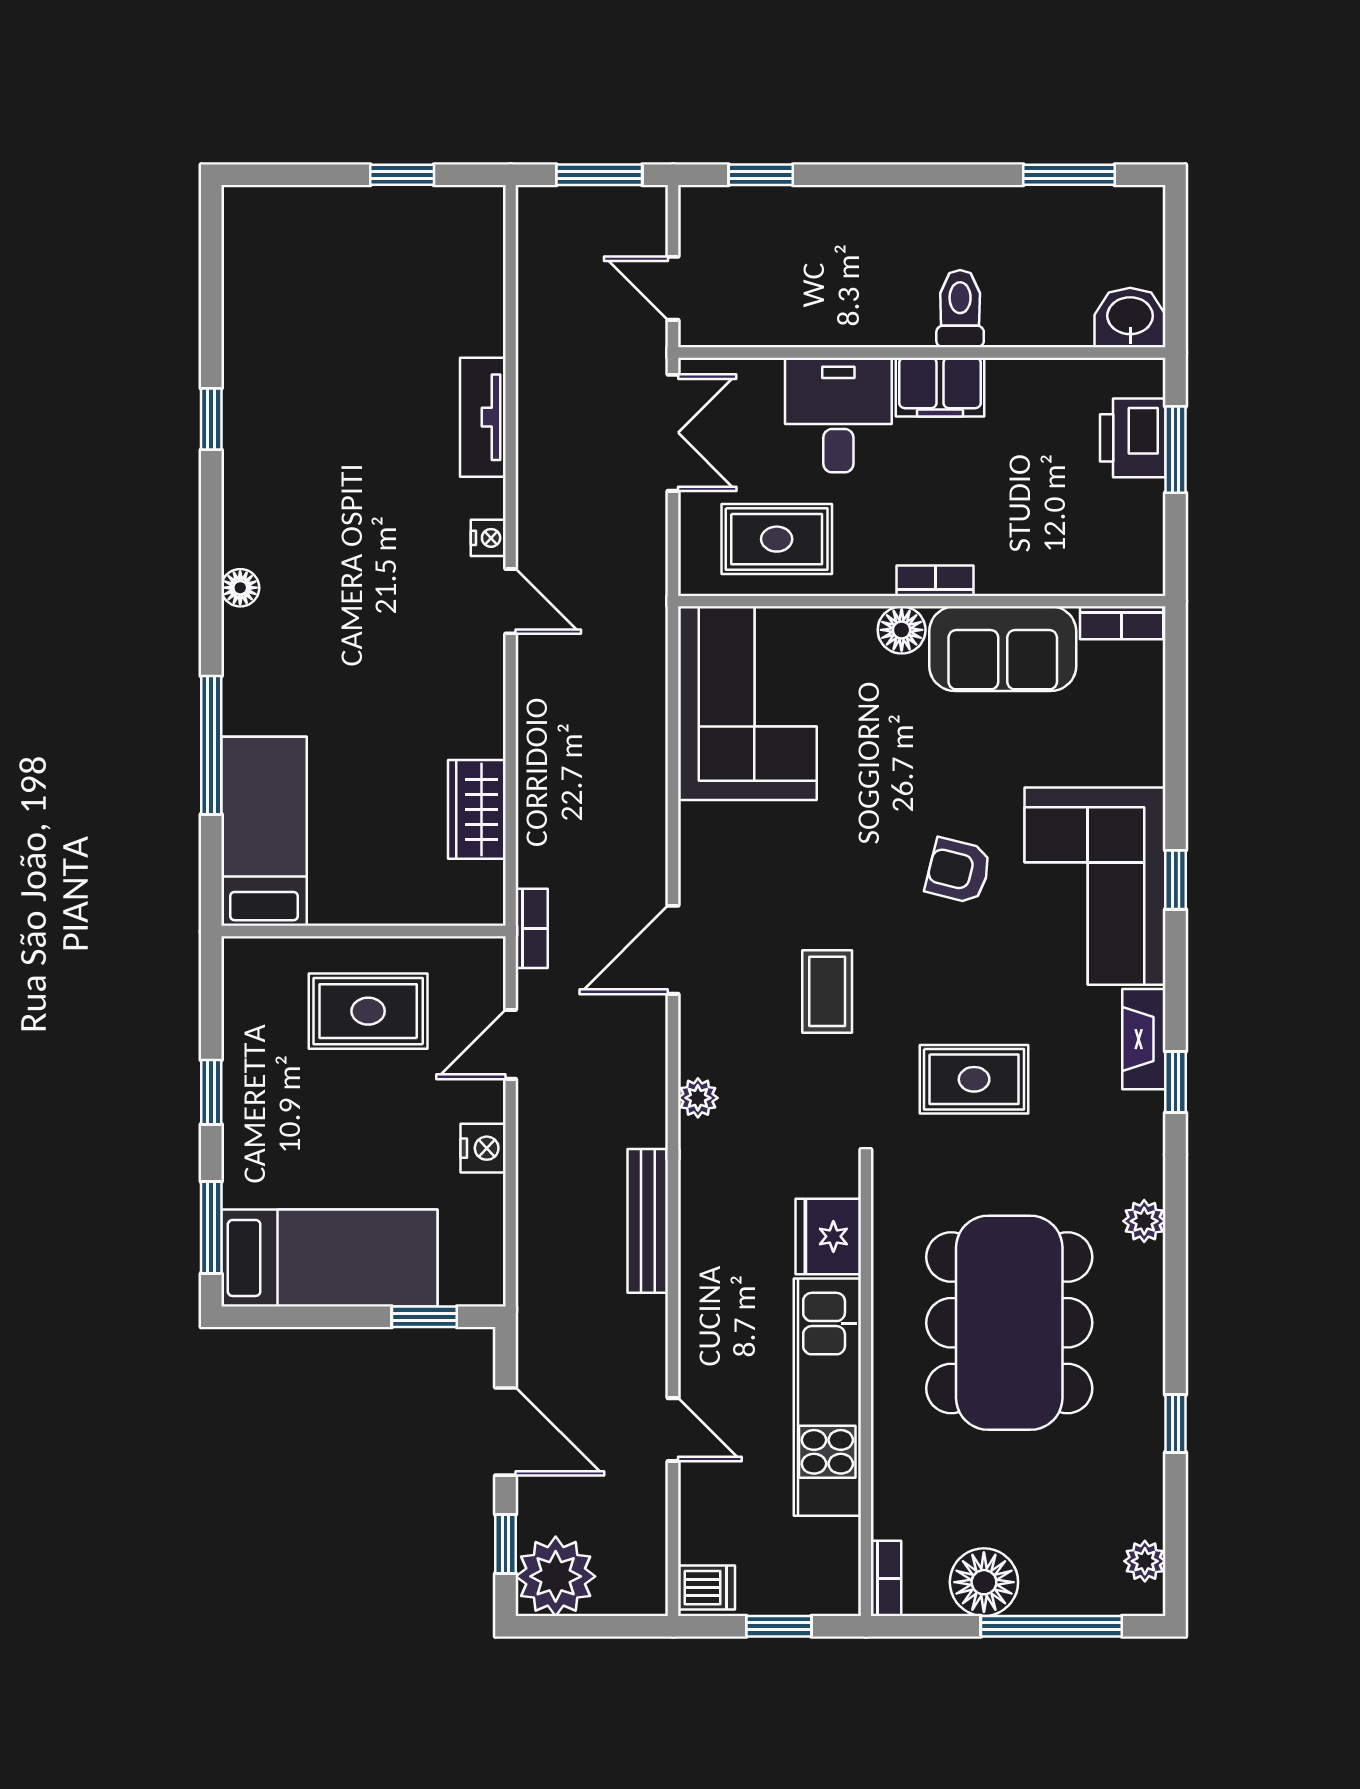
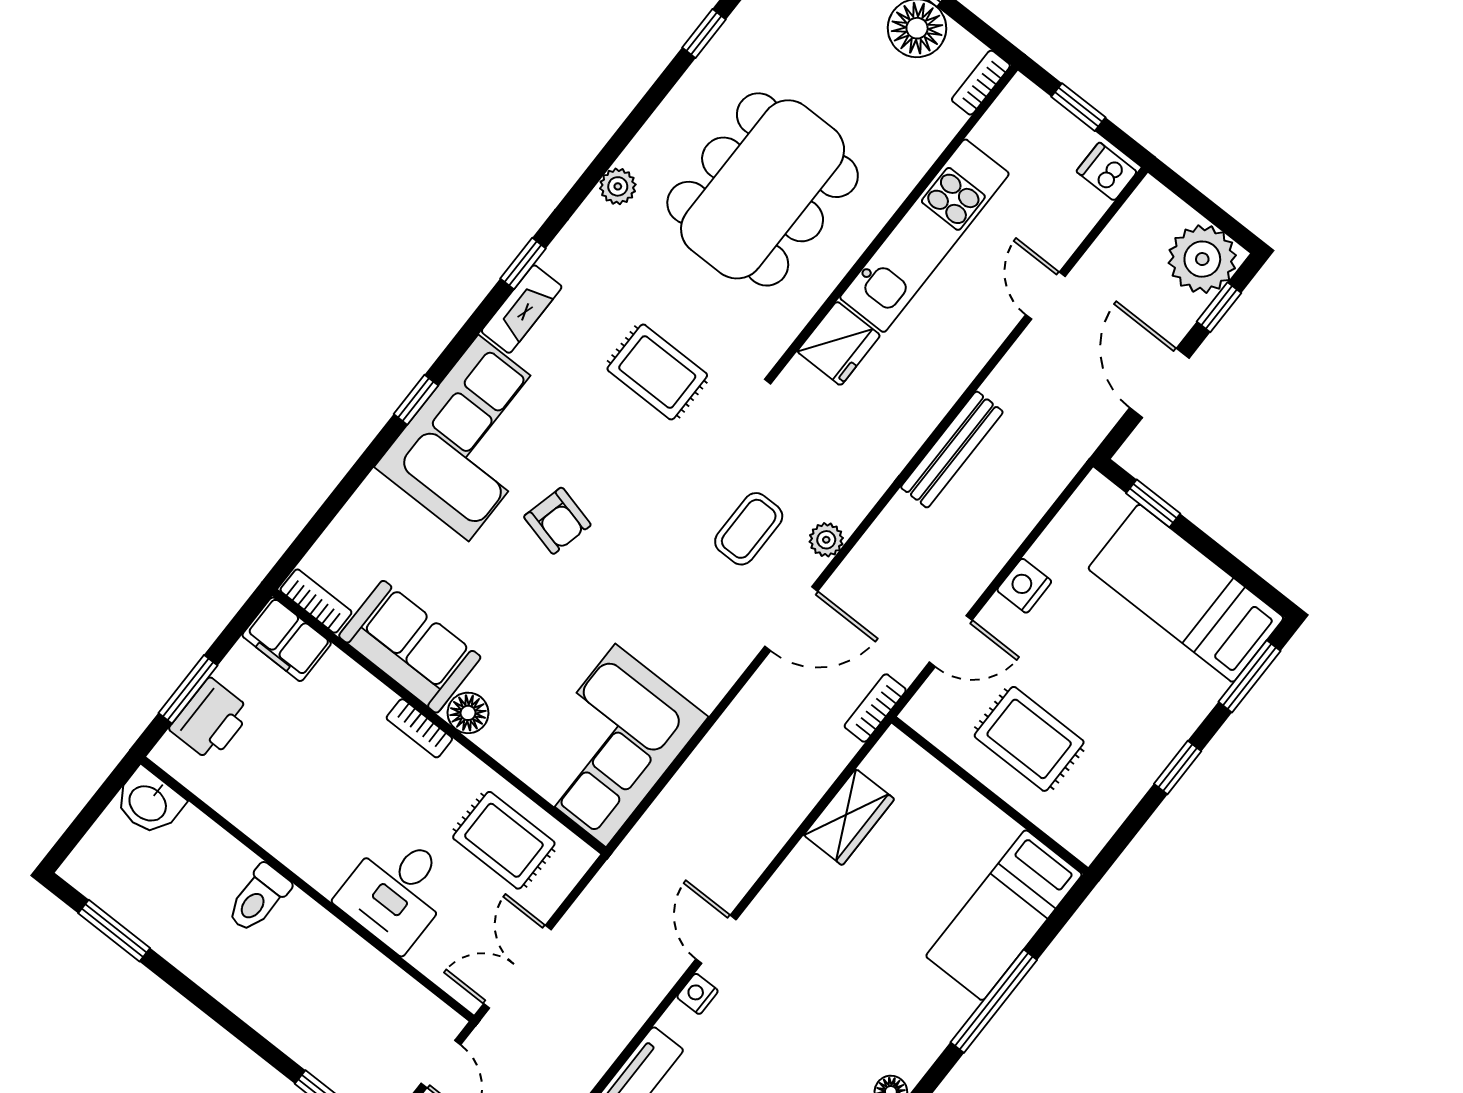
filing cabinet: (940, 387) -> (287, 639), moved, turned 180
coffee table: (827, 991) -> (749, 529), moved
plant: (698, 1098) -> (826, 540), moved

